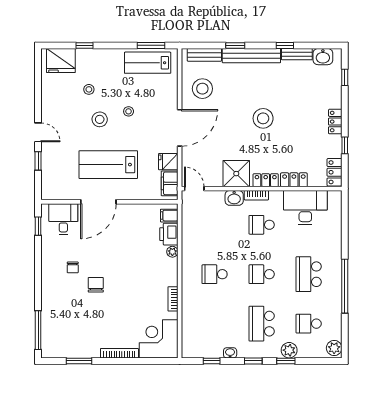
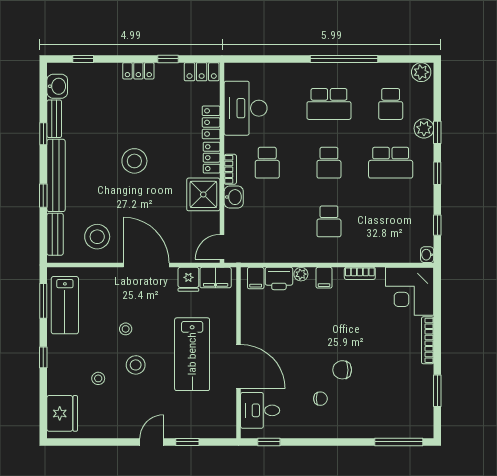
window: (84, 45) -> (43, 357), moved
filing cabinet: (170, 270) -> (324, 278), added
washbasin: (230, 353) -> (427, 255), moved

